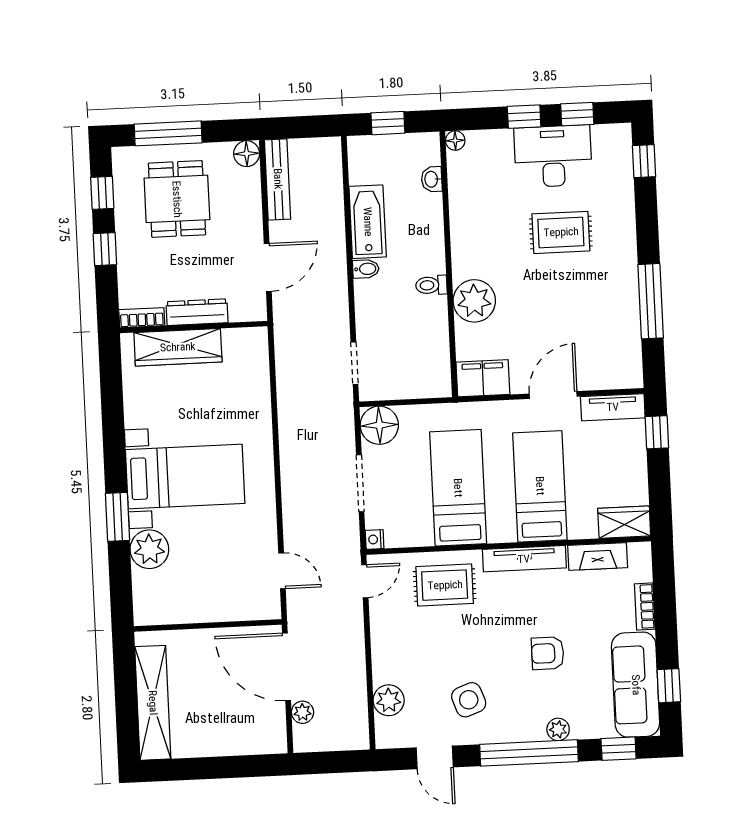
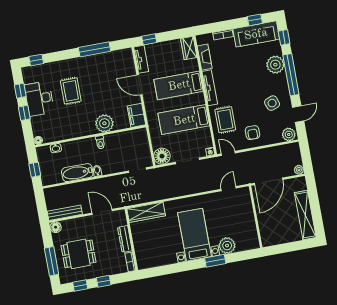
wardrobe: (178, 347) -> (146, 212), moved, turned 90
armchair: (548, 653) -> (252, 133), moved
plant: (389, 700) -> (289, 134), moved
shelving: (153, 703) -> (305, 215), moved, turned 90
plant: (302, 712) -> (299, 170), moved
plant: (558, 729) -> (275, 65), width x1.87, depth x1.87

